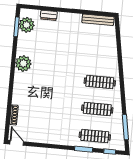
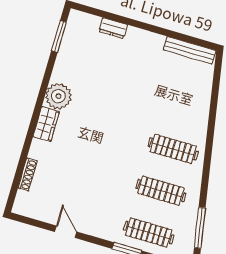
plant: (27, 25) -> (75, 36), removed
wardrobe: (19, 82) -> (46, 124), added
door: (17, 143) -> (66, 232), moved

